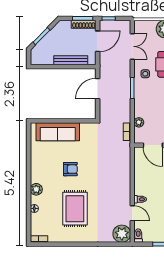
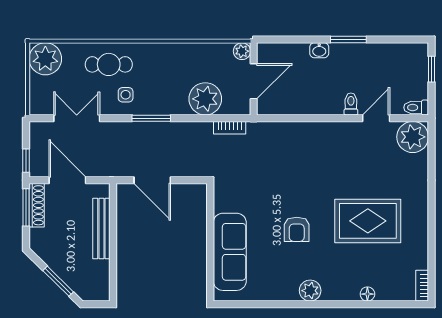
plant: (139, 122) -> (205, 99), width x1.88, depth x1.88
armchair: (70, 169) -> (297, 229), turned 180
plant: (36, 189) -> (310, 291), moved

